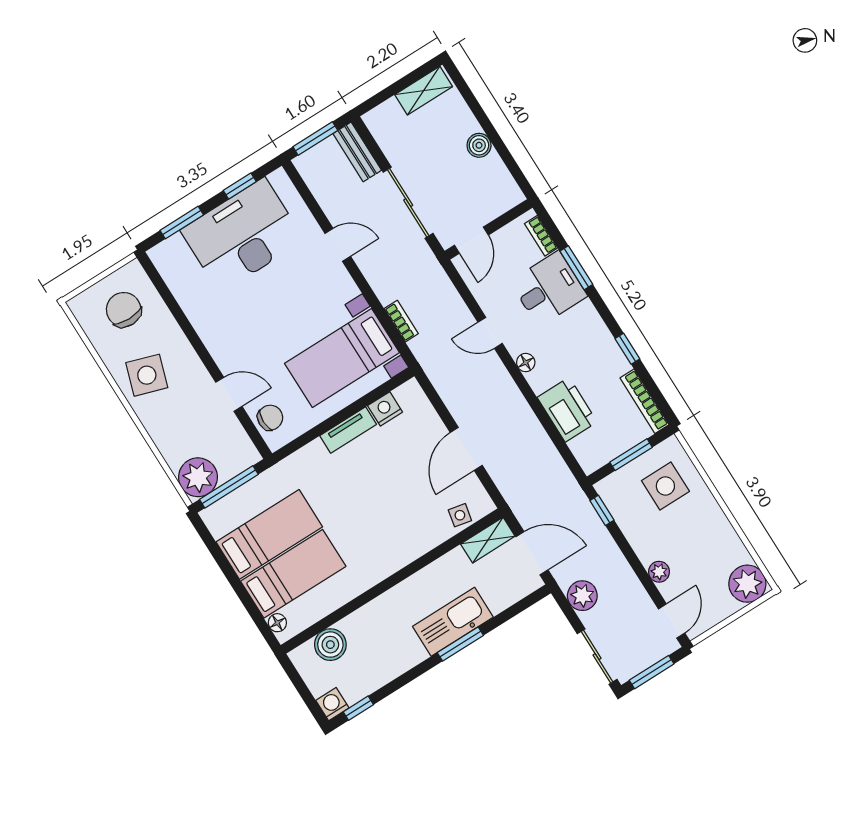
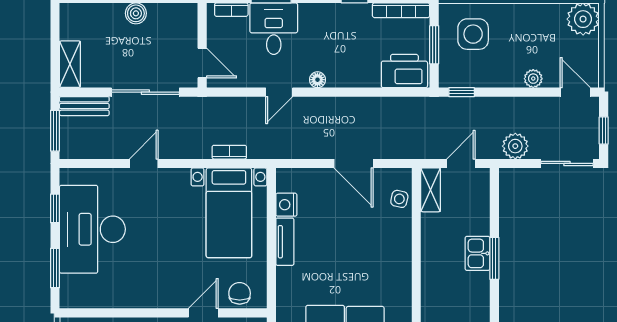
shelving: (424, 91) -> (70, 64), moved
printer: (567, 410) -> (404, 71), moved
door: (532, 553) -> (461, 163), width x0.73
kitchen sink: (453, 622) -> (478, 253), width x0.53, depth x0.81
window: (652, 672) -> (604, 130), width x0.67

